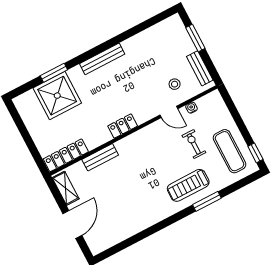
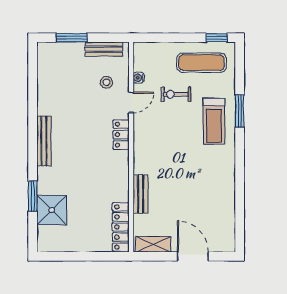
shower: (57, 96) -> (52, 210), width x0.73, depth x0.73
locker: (123, 126) -> (121, 135), moved

